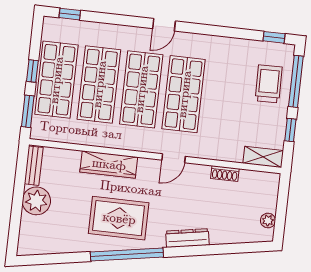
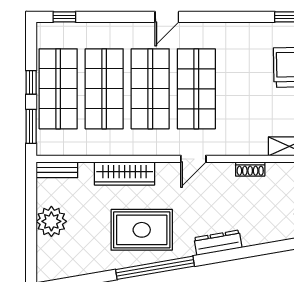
bench: (34, 166) -> (57, 170), moved, turned 90

